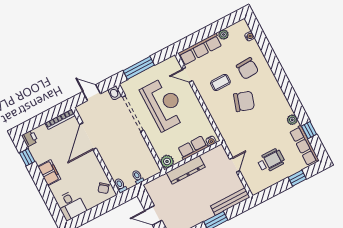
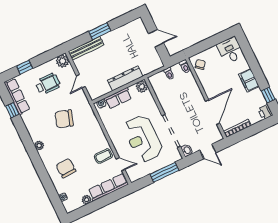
coffee table: (220, 82) -> (103, 156), moved
chair: (244, 101) -> (64, 119), moved
plant: (292, 120) -> (39, 145), moved
wheelchair: (271, 161) -> (48, 84), turned 180
plant: (256, 186) -> (63, 61), added

